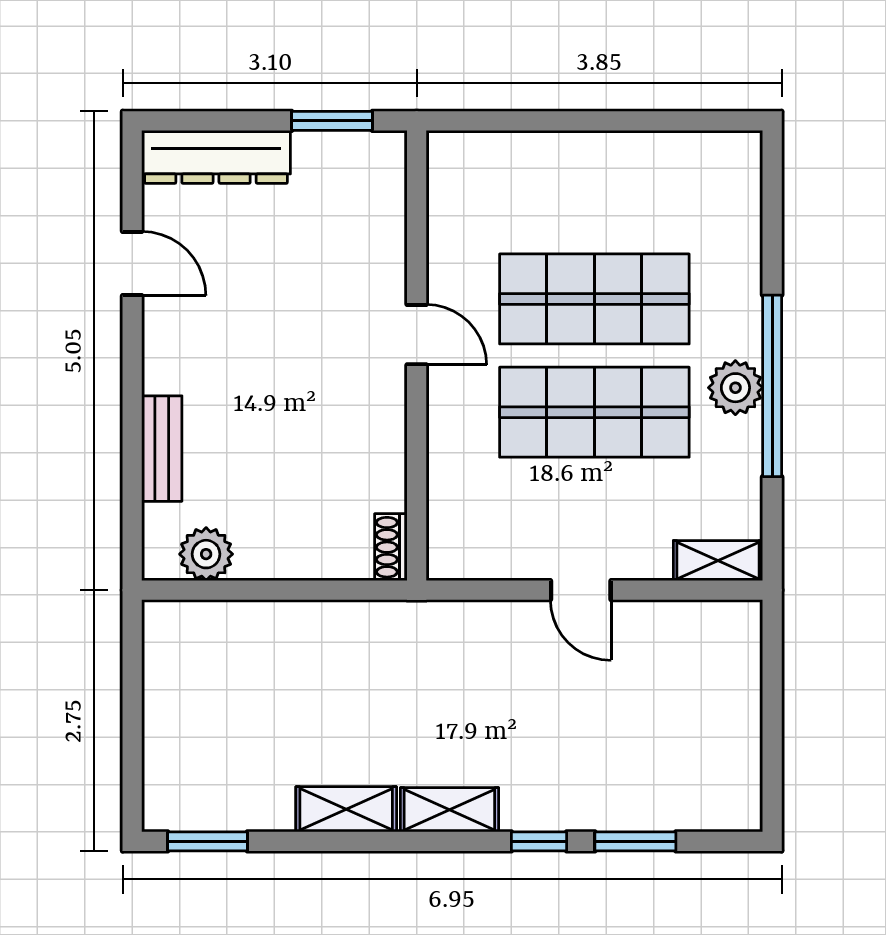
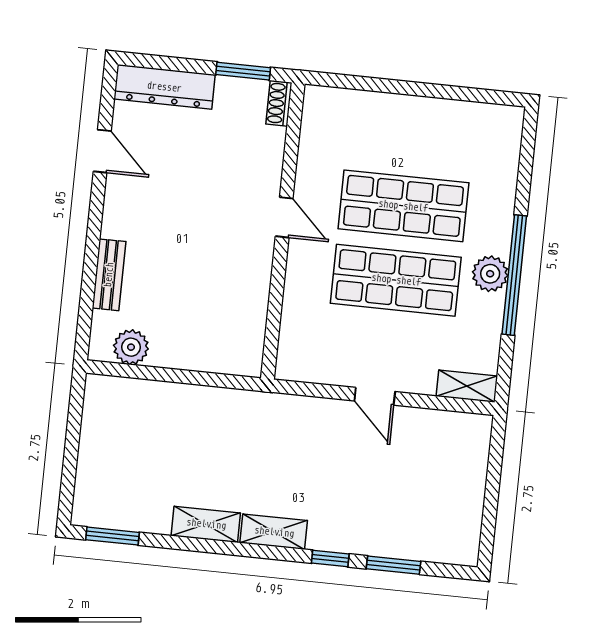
shoe rack: (391, 547) -> (279, 103), moved

